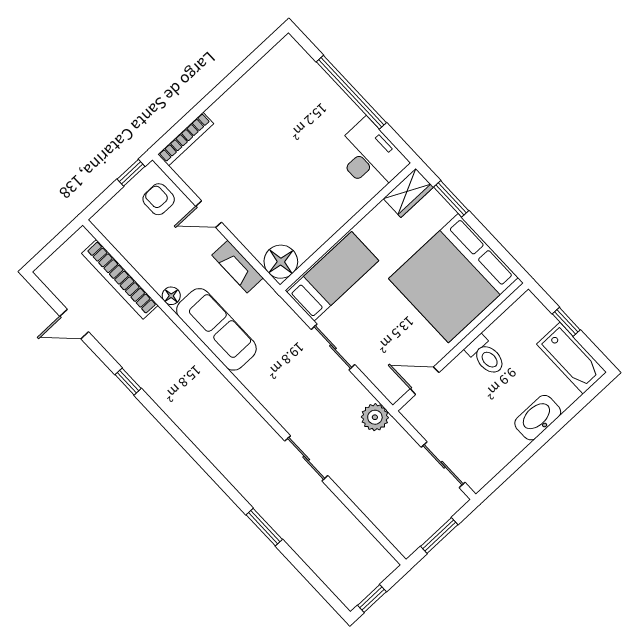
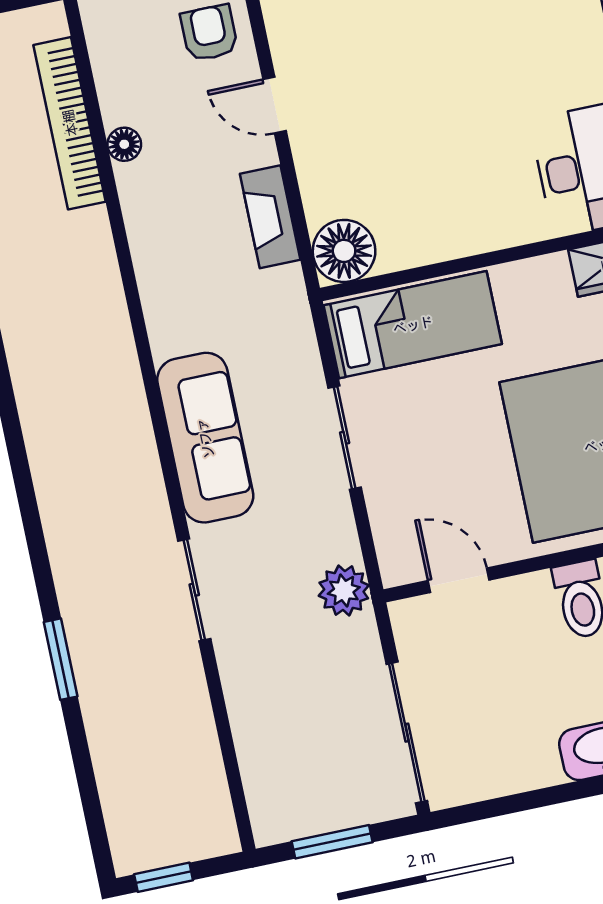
floor lamp: (171, 296) -> (124, 144), moved
sofa: (216, 329) -> (205, 438), moved
sliding door: (443, 465) -> (407, 733), width x1.37

